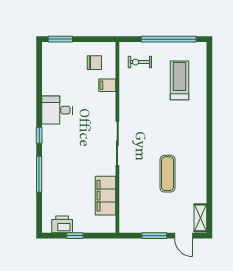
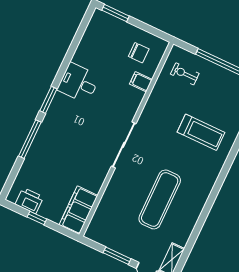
treadmill: (180, 80) -> (201, 132), moved, turned 90
window: (39, 135) -> (48, 100), width x1.50
exercise mat: (167, 174) -> (160, 199), width x1.36, depth x1.45
filing cabinet: (106, 196) -> (78, 210), moved

